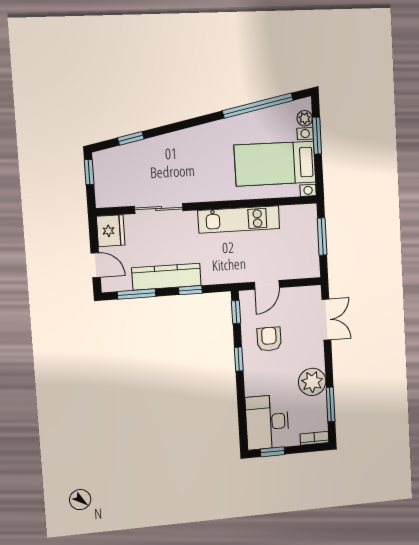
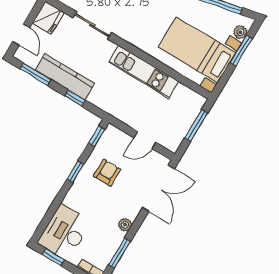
door: (267, 285) -> (145, 140), moved
double door: (326, 320) -> (158, 188), width x1.37
plant: (312, 382) -> (125, 225), width x0.53, depth x0.53

